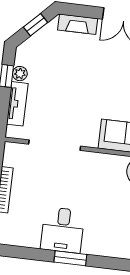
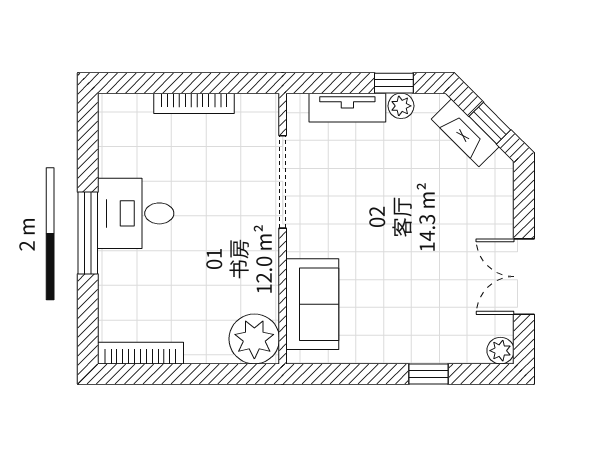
fireplace: (78, 24) -> (465, 133), moved, turned -45
window: (70, 258) -> (88, 233), width x1.44

